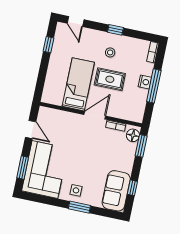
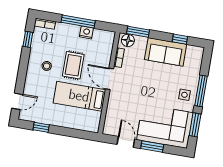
window: (115, 30) -> (28, 39), moved
nightstand: (145, 82) -> (86, 32), moved
door: (31, 130) -> (126, 142), hinge flipped
window: (23, 168) -> (152, 146), moved
sofa: (116, 191) -> (166, 52), moved
window: (45, 200) -> (195, 125), added
window: (79, 207) -> (201, 91), width x1.44

